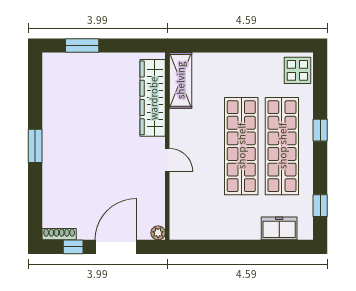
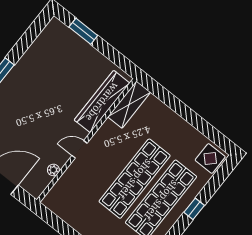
door: (167, 160) -> (79, 149), swing flipped
plant: (158, 233) -> (53, 170), moved

